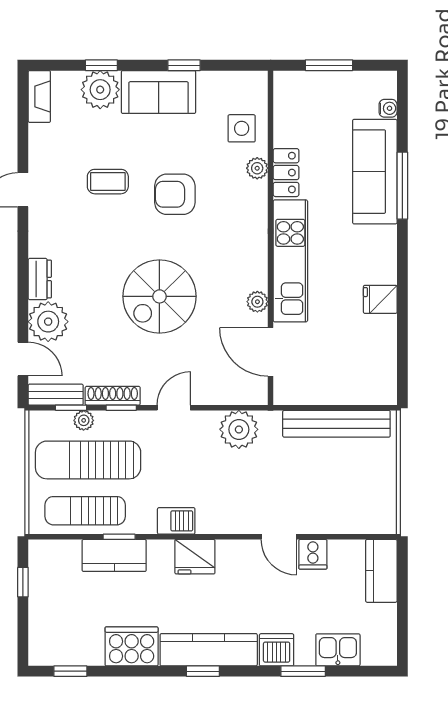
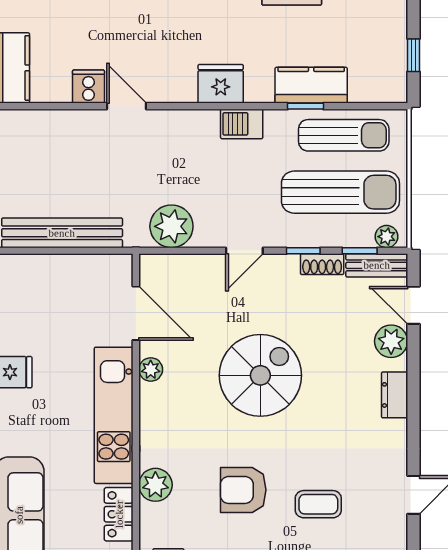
plant: (257, 168) -> (155, 485), moved, width x1.38, depth x1.38
armchair: (175, 194) -> (243, 490), turned 180
plant: (48, 322) -> (391, 341), width x0.73, depth x0.73
shoe rack: (113, 396) -> (322, 264), width x0.70
plant: (84, 420) -> (386, 237), moved

